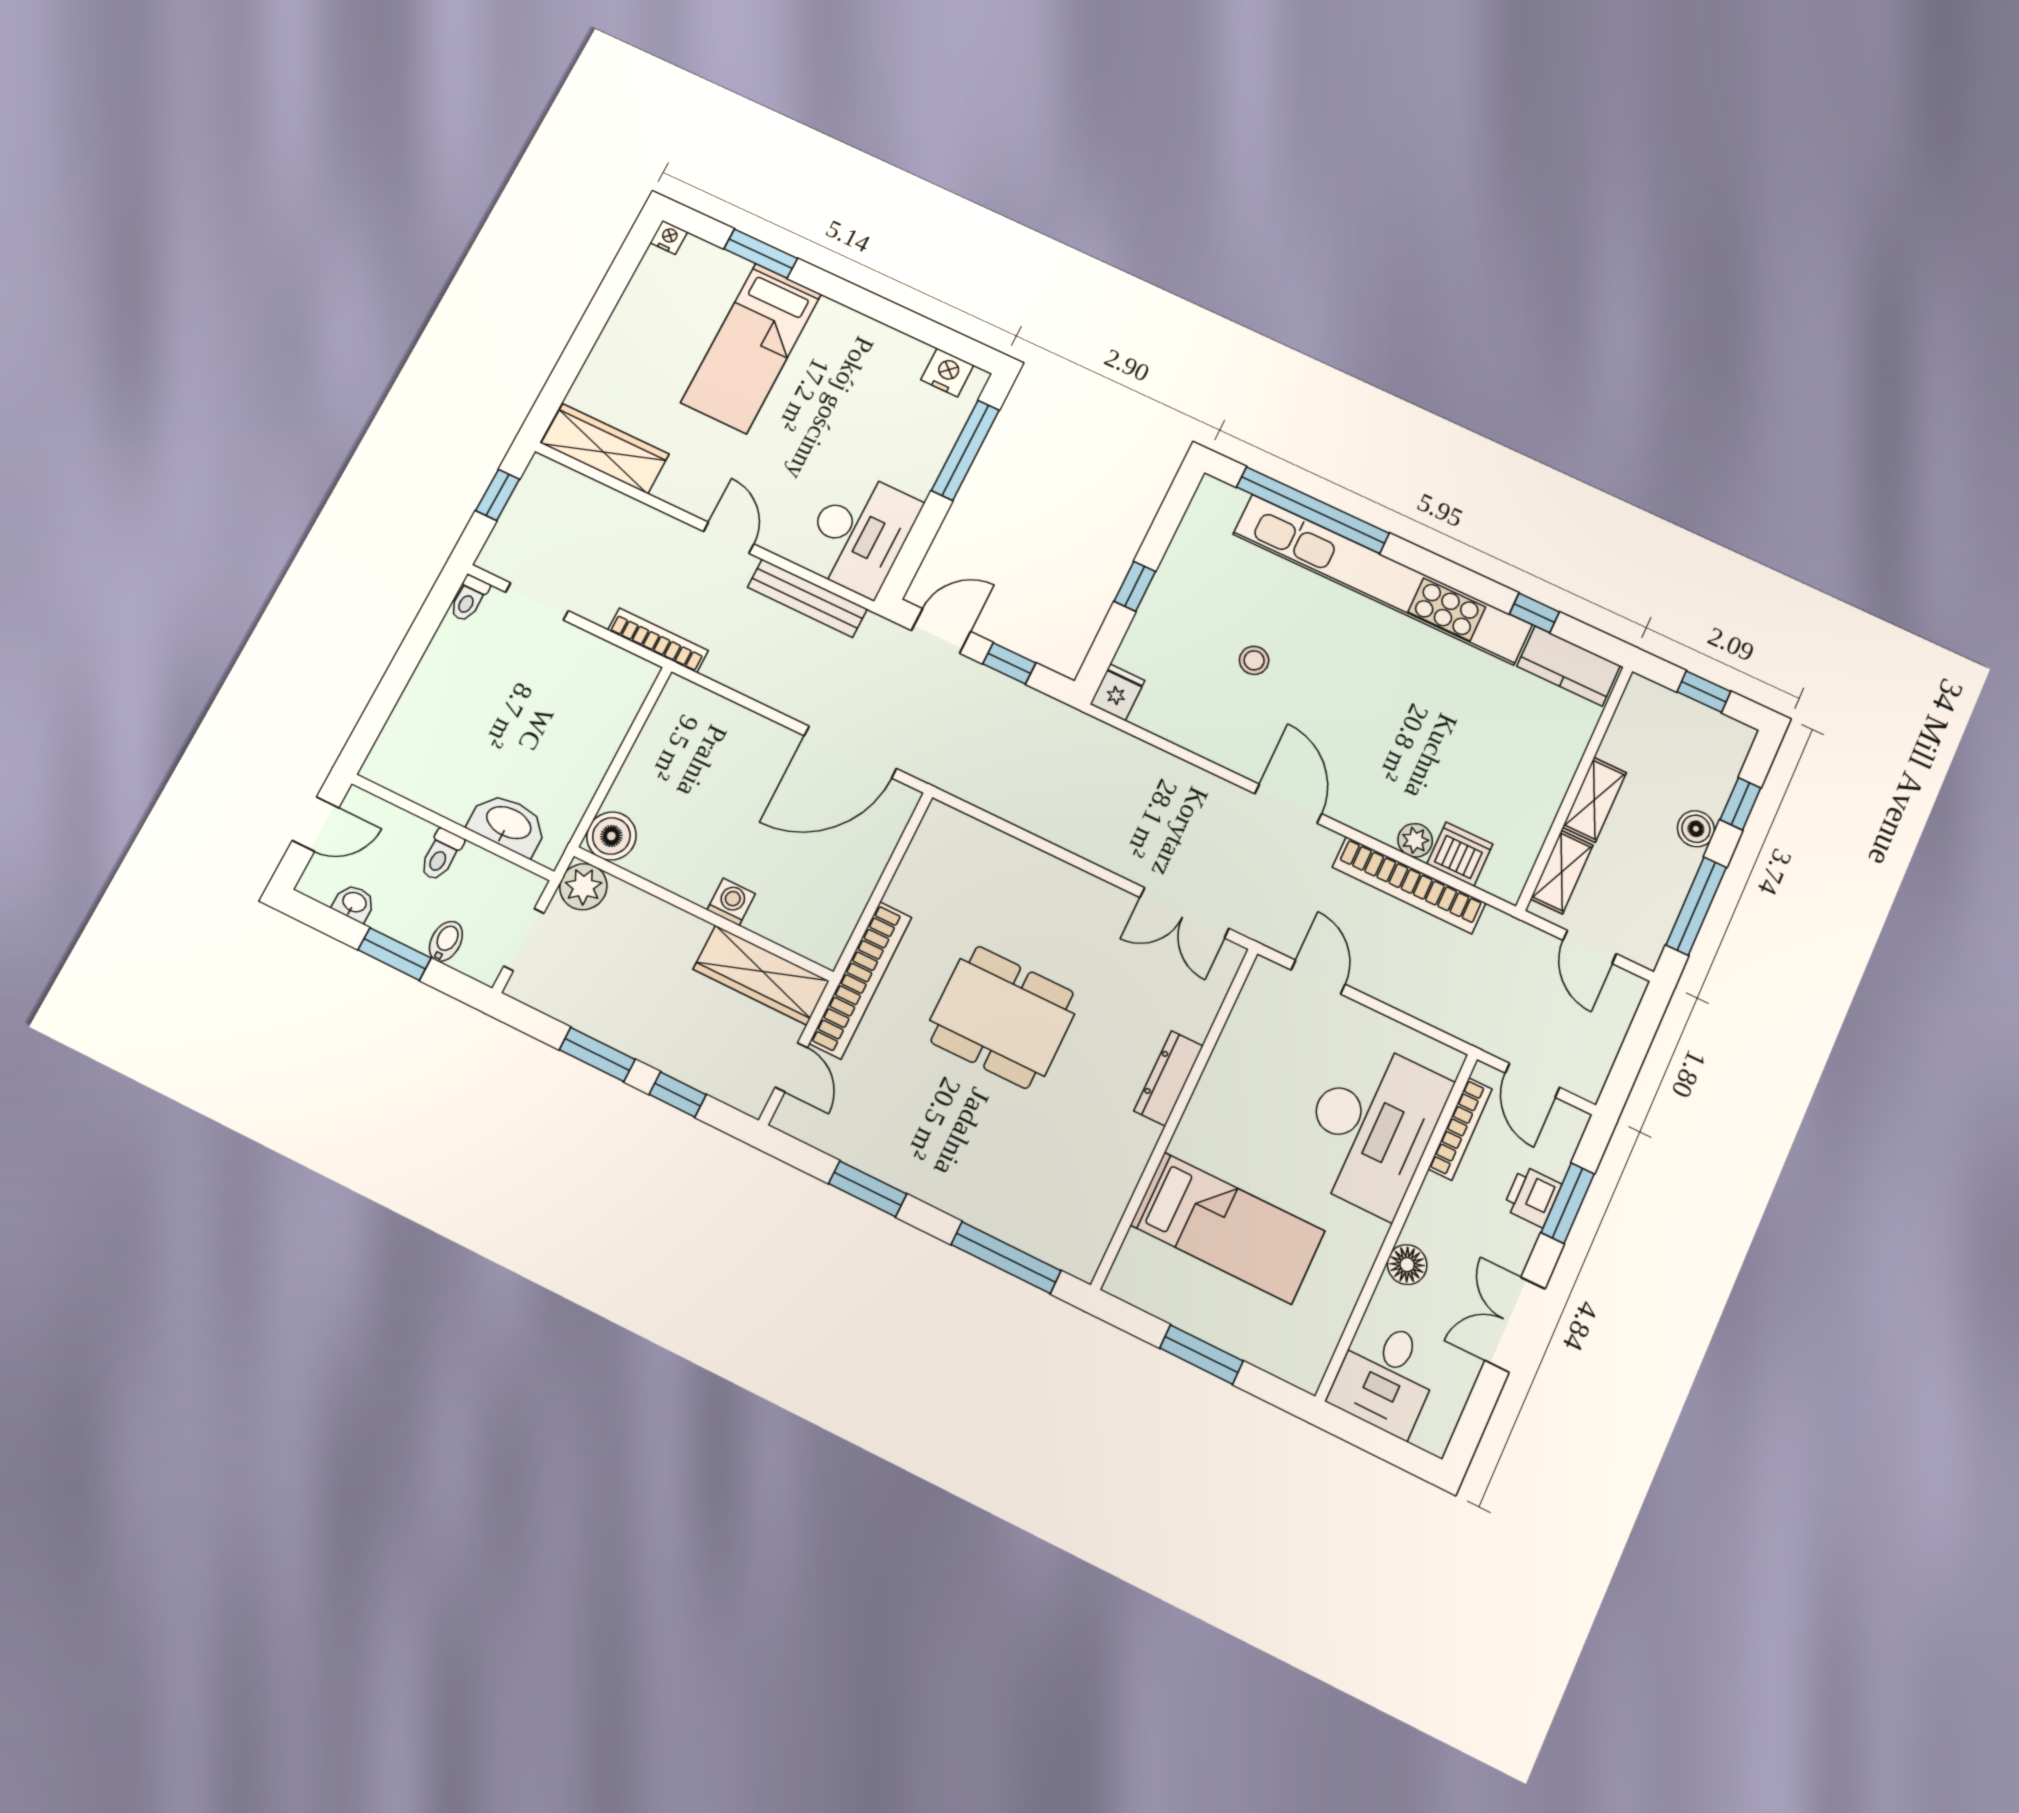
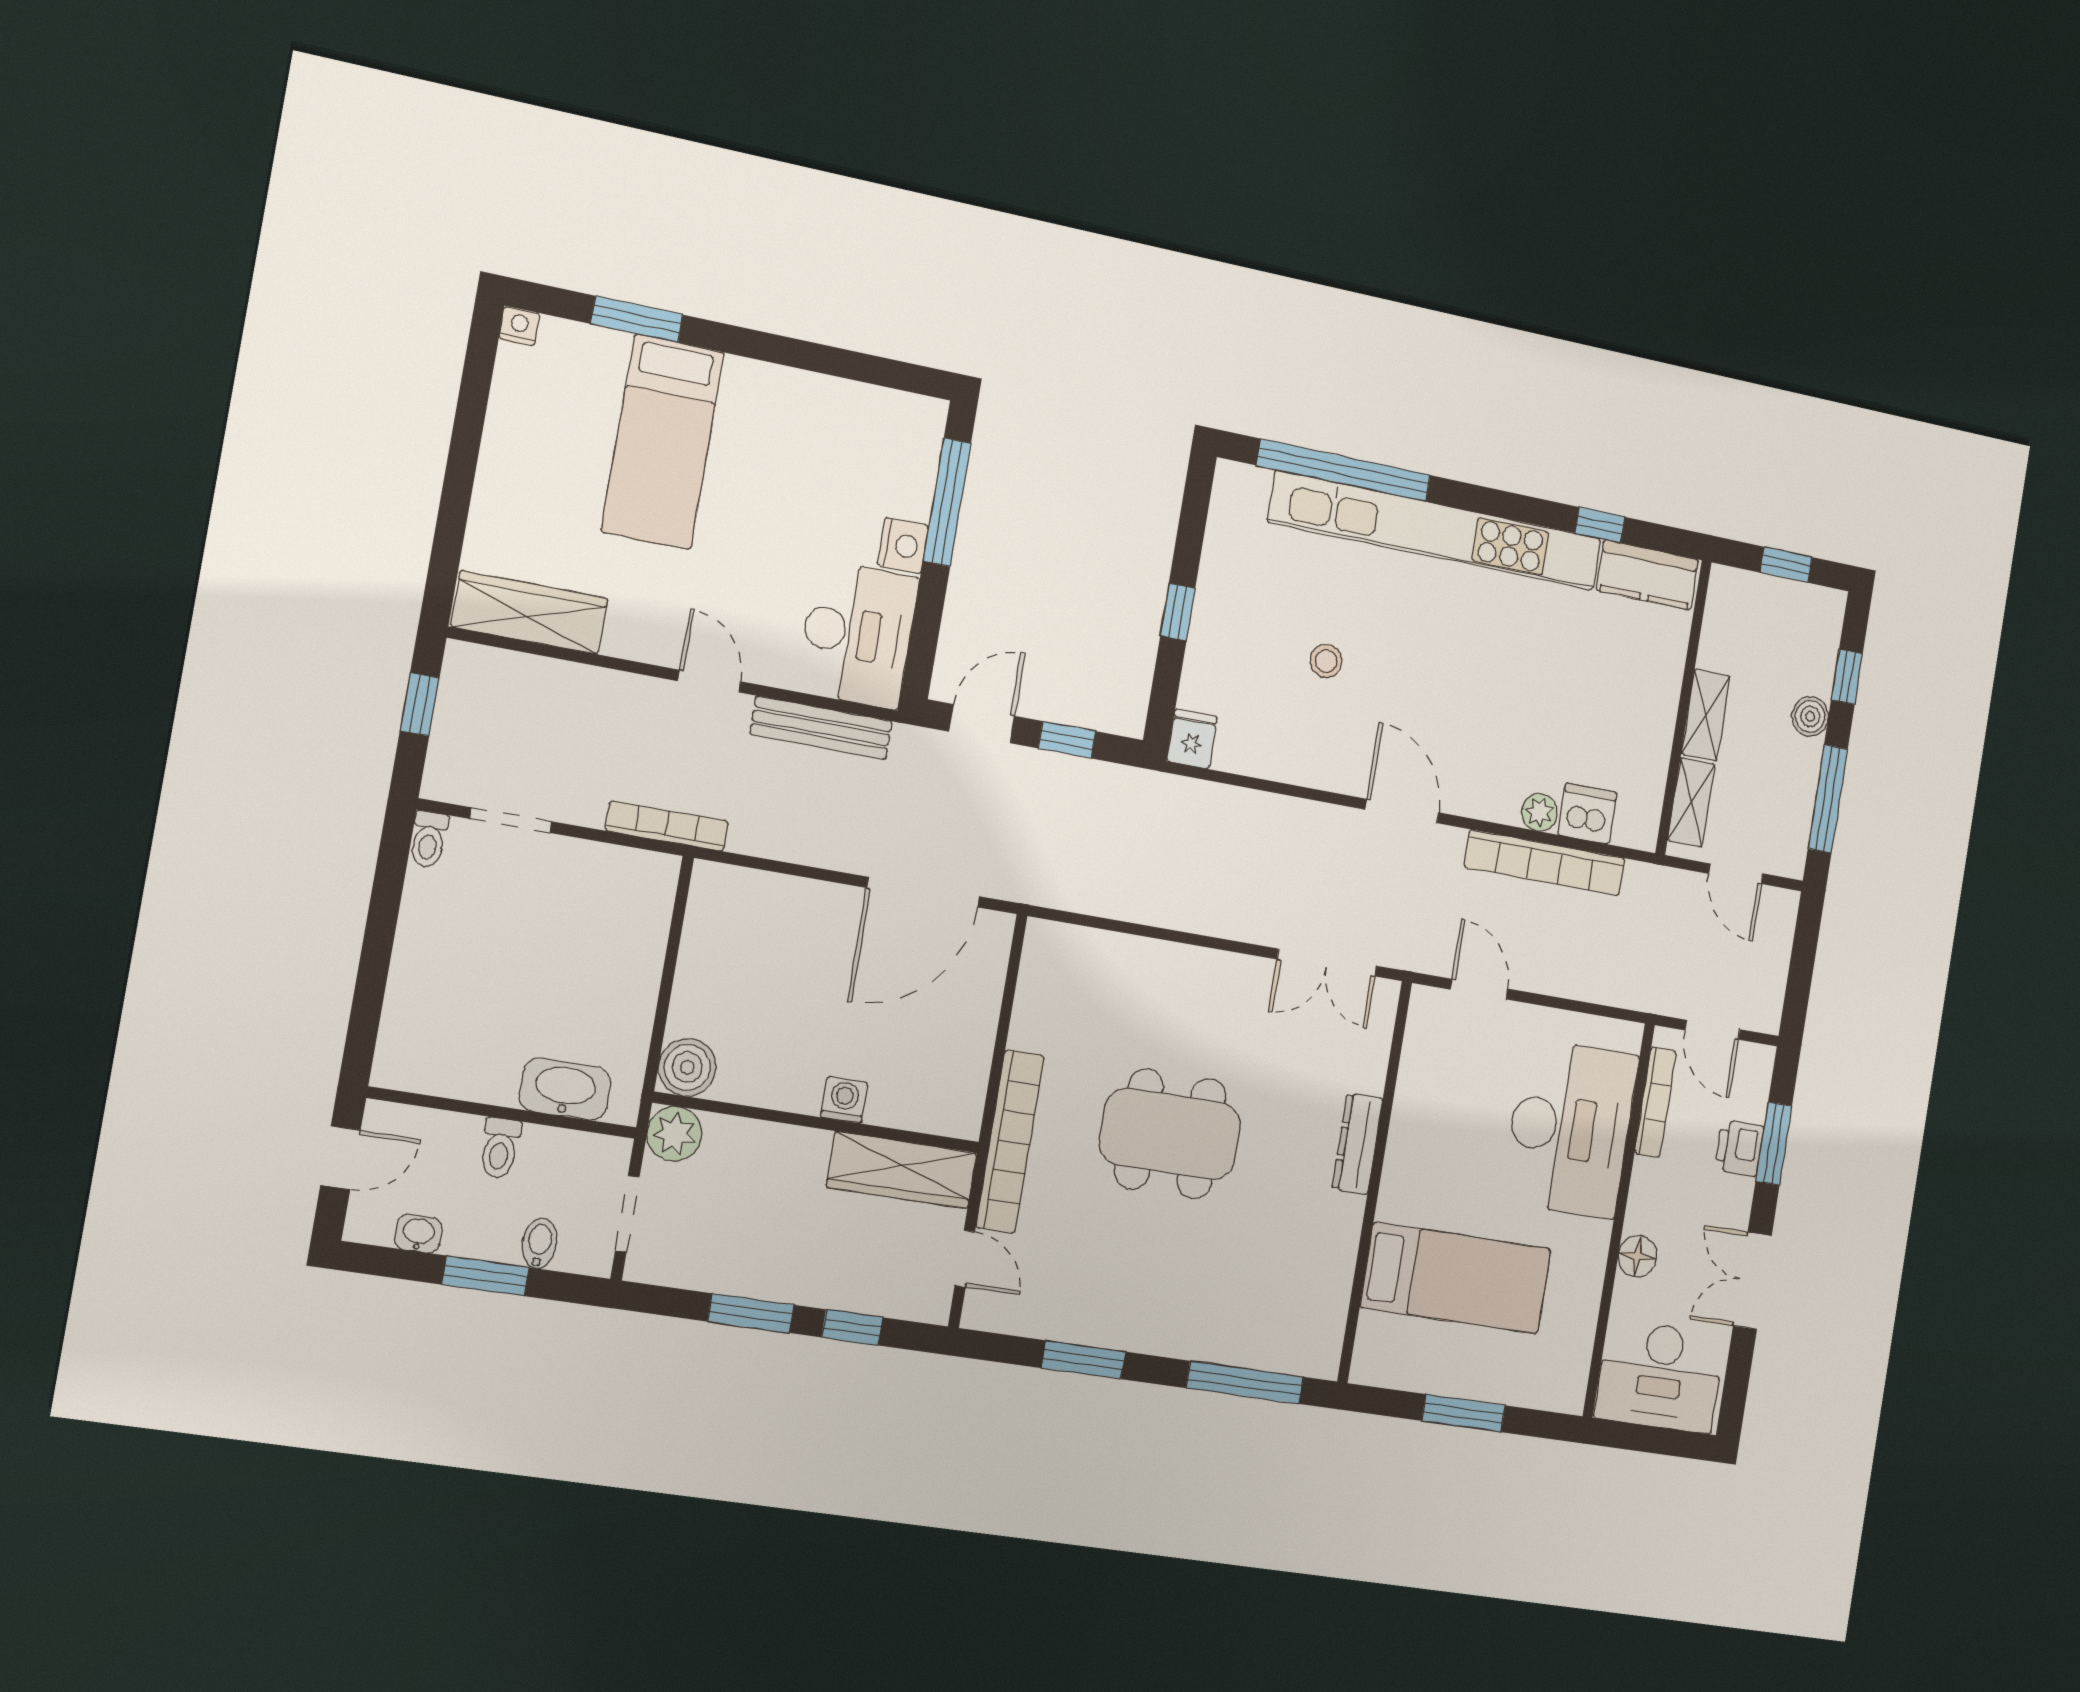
nightstand: (947, 372) -> (903, 546), moved, turned 90
desk: (1386, 1377) -> (1660, 1376), width x1.37

